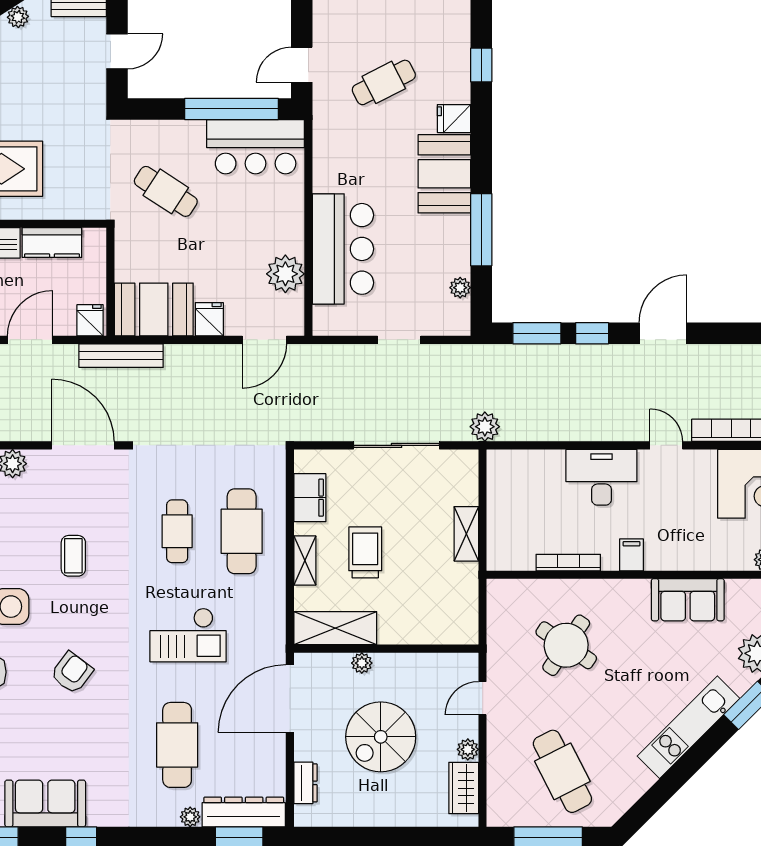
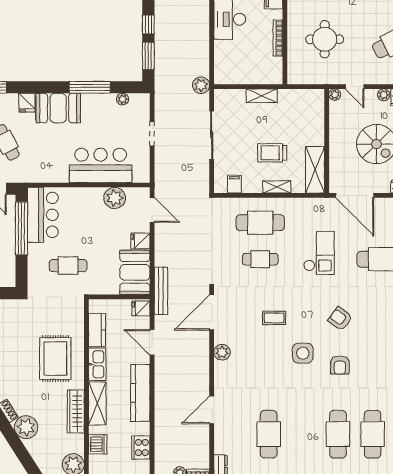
cafe table: (166, 191) -> (68, 266), turned 57
filing cabinet: (310, 498) -> (234, 184), width x0.50
round table: (566, 645) -> (325, 39), turned -34
plant: (362, 663) -> (335, 95), moved

